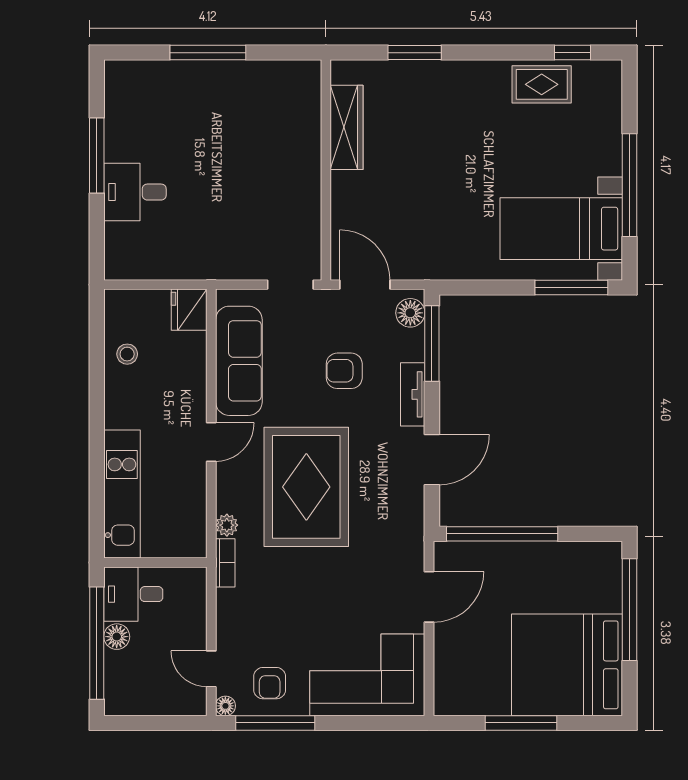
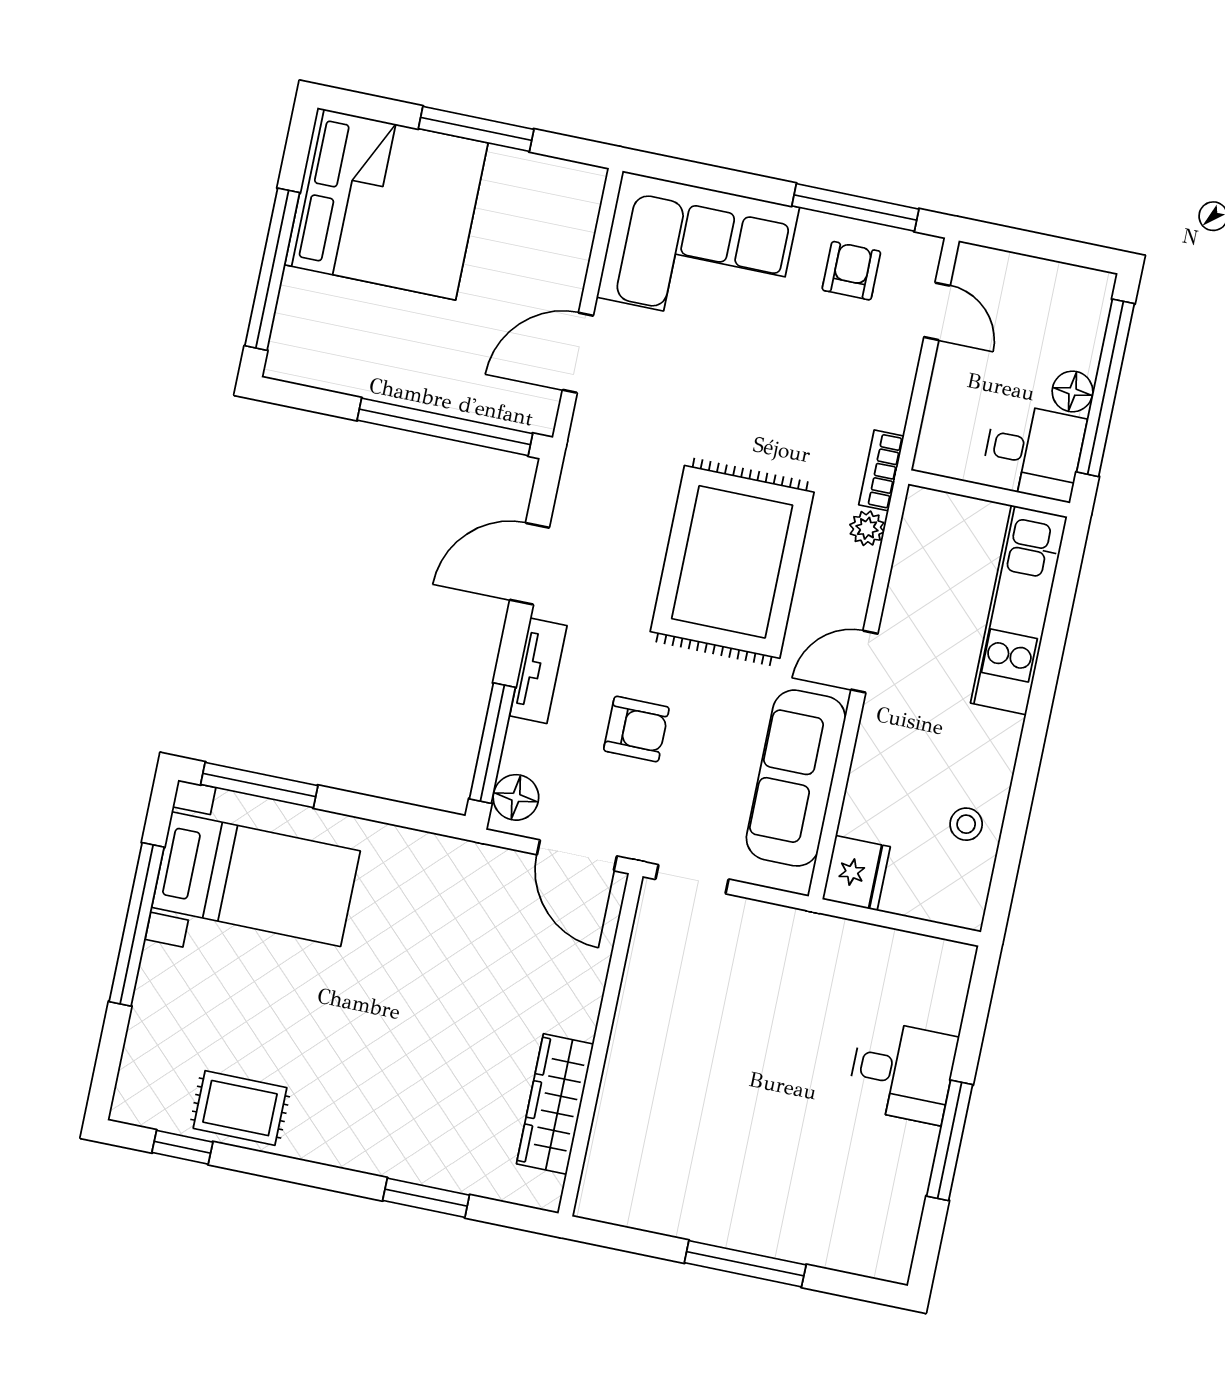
floor lamp: (225, 706) -> (927, 250), removed

